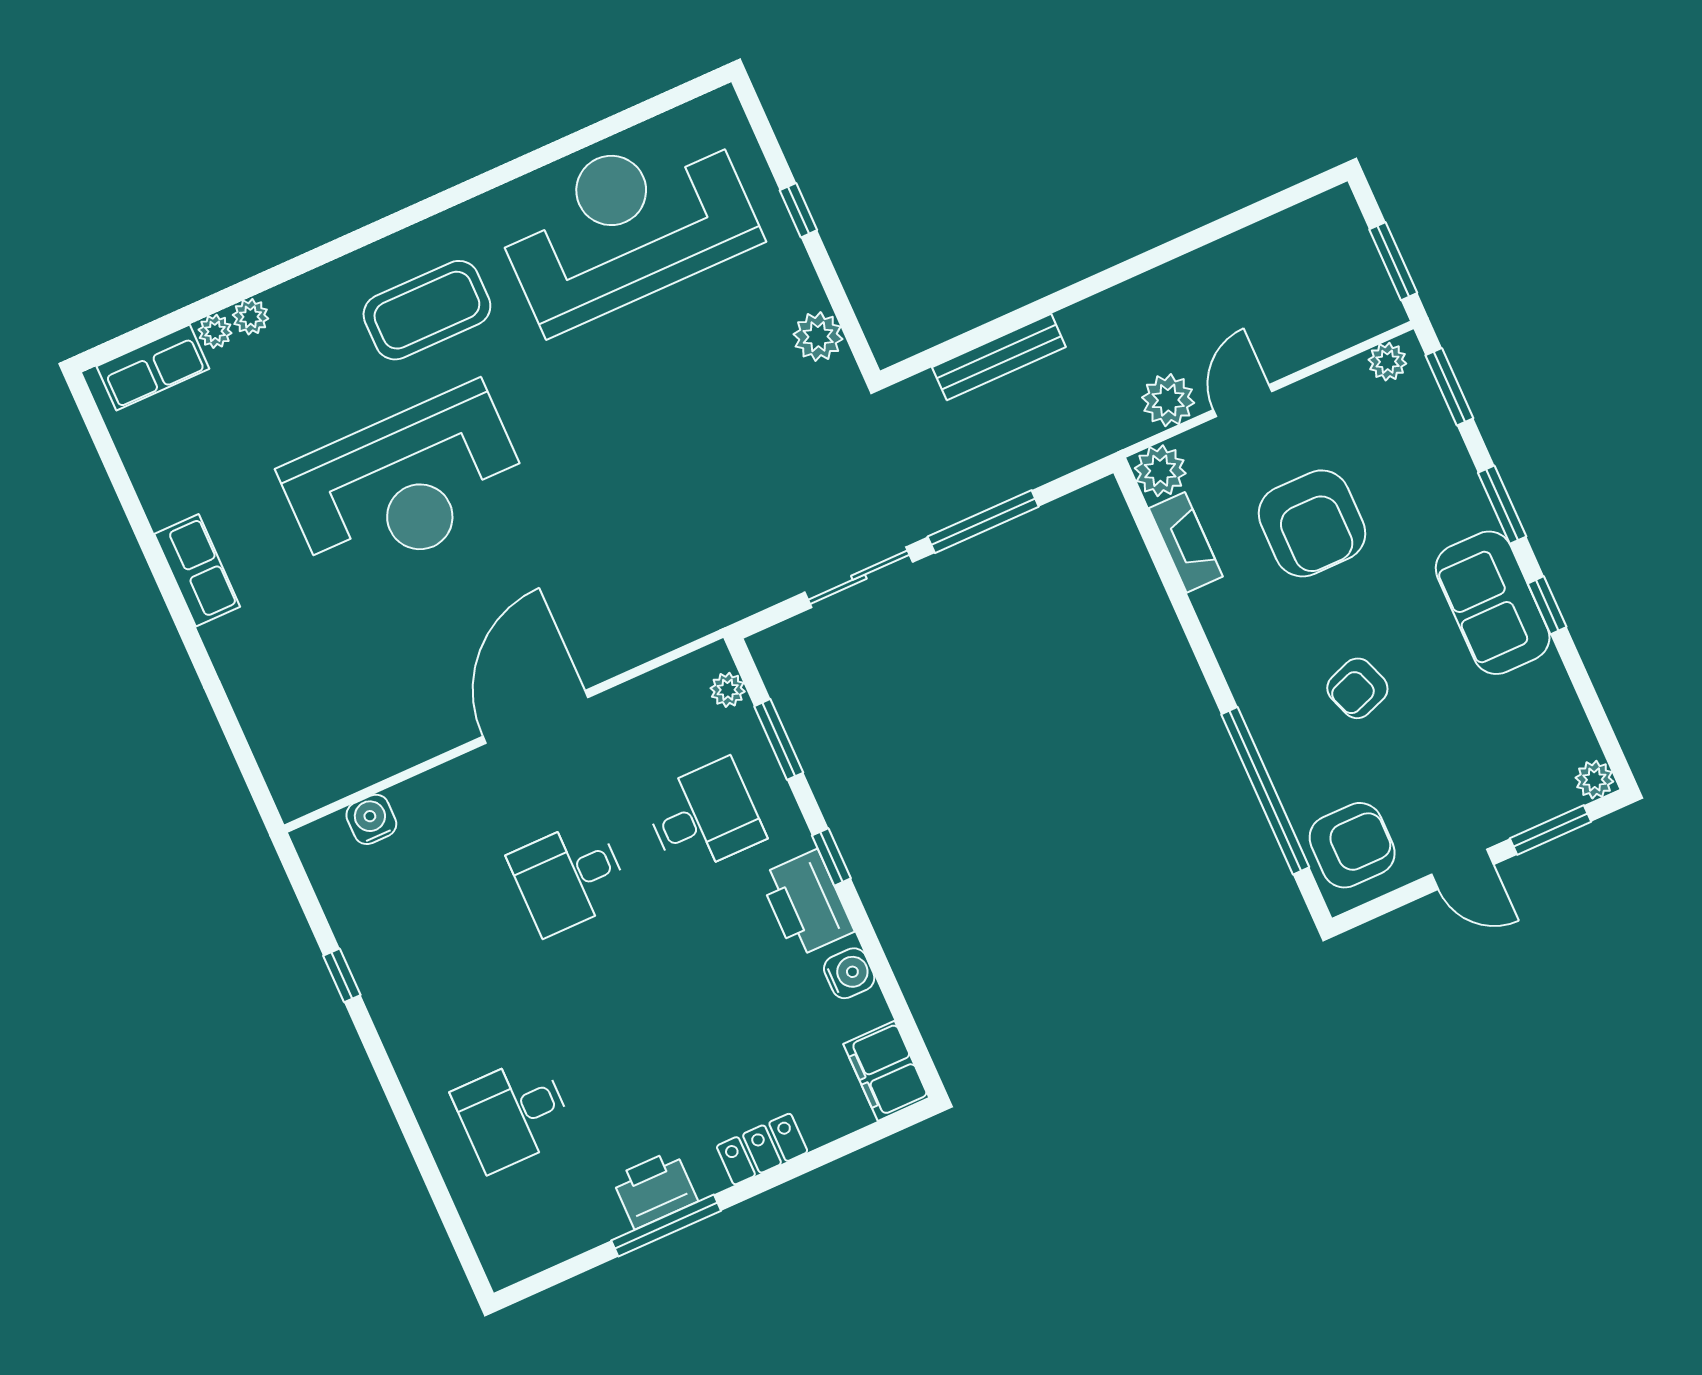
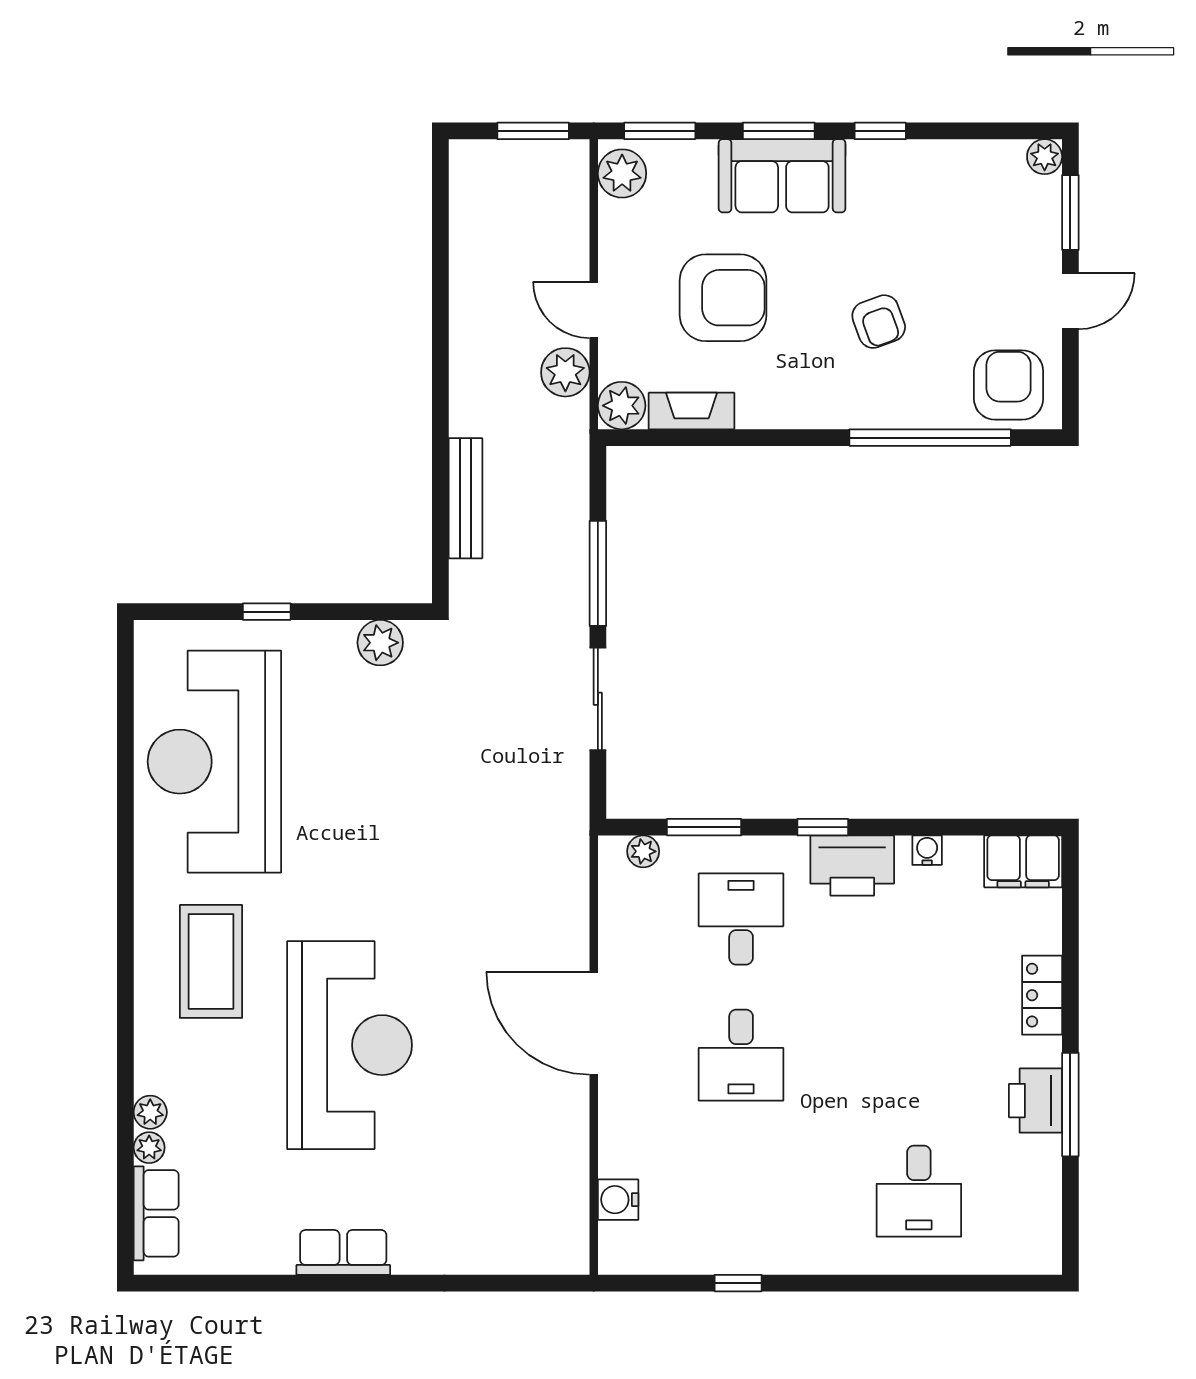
plant: (1387, 362) -> (622, 173), width x1.38, depth x1.38
sofa: (1493, 603) -> (782, 176), moved
water cooler: (849, 973) -> (927, 850), width x0.72, depth x0.72

